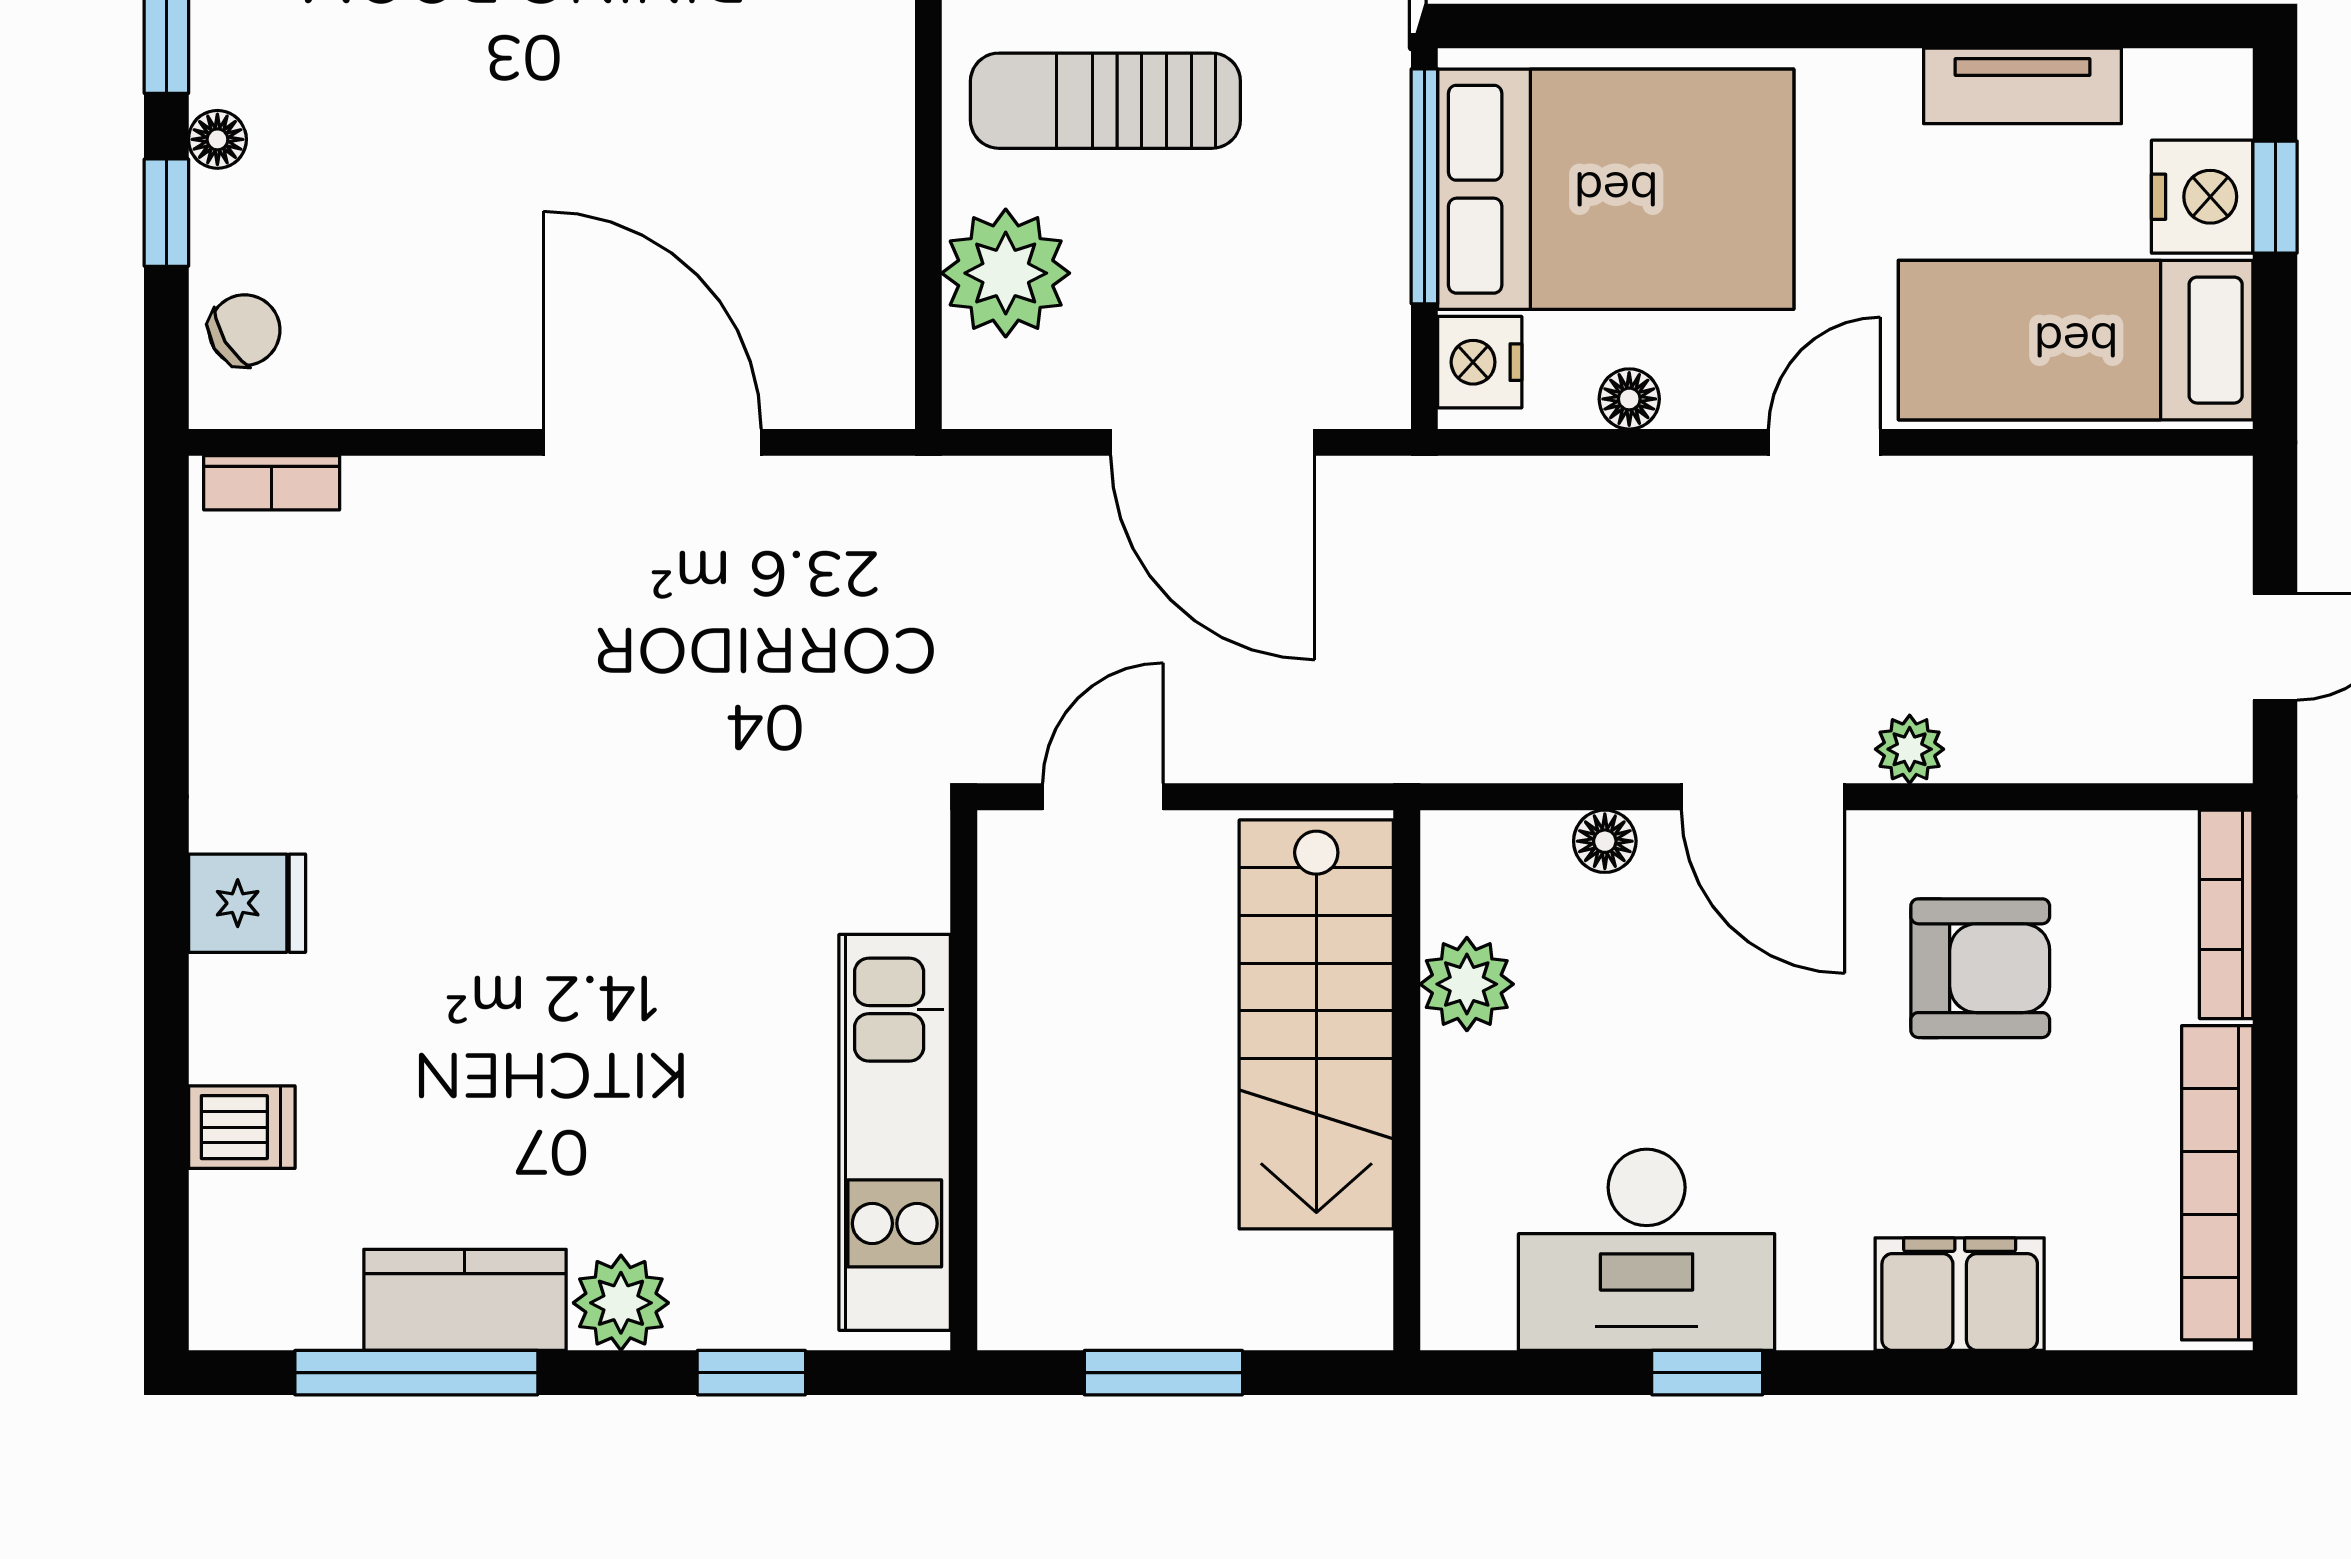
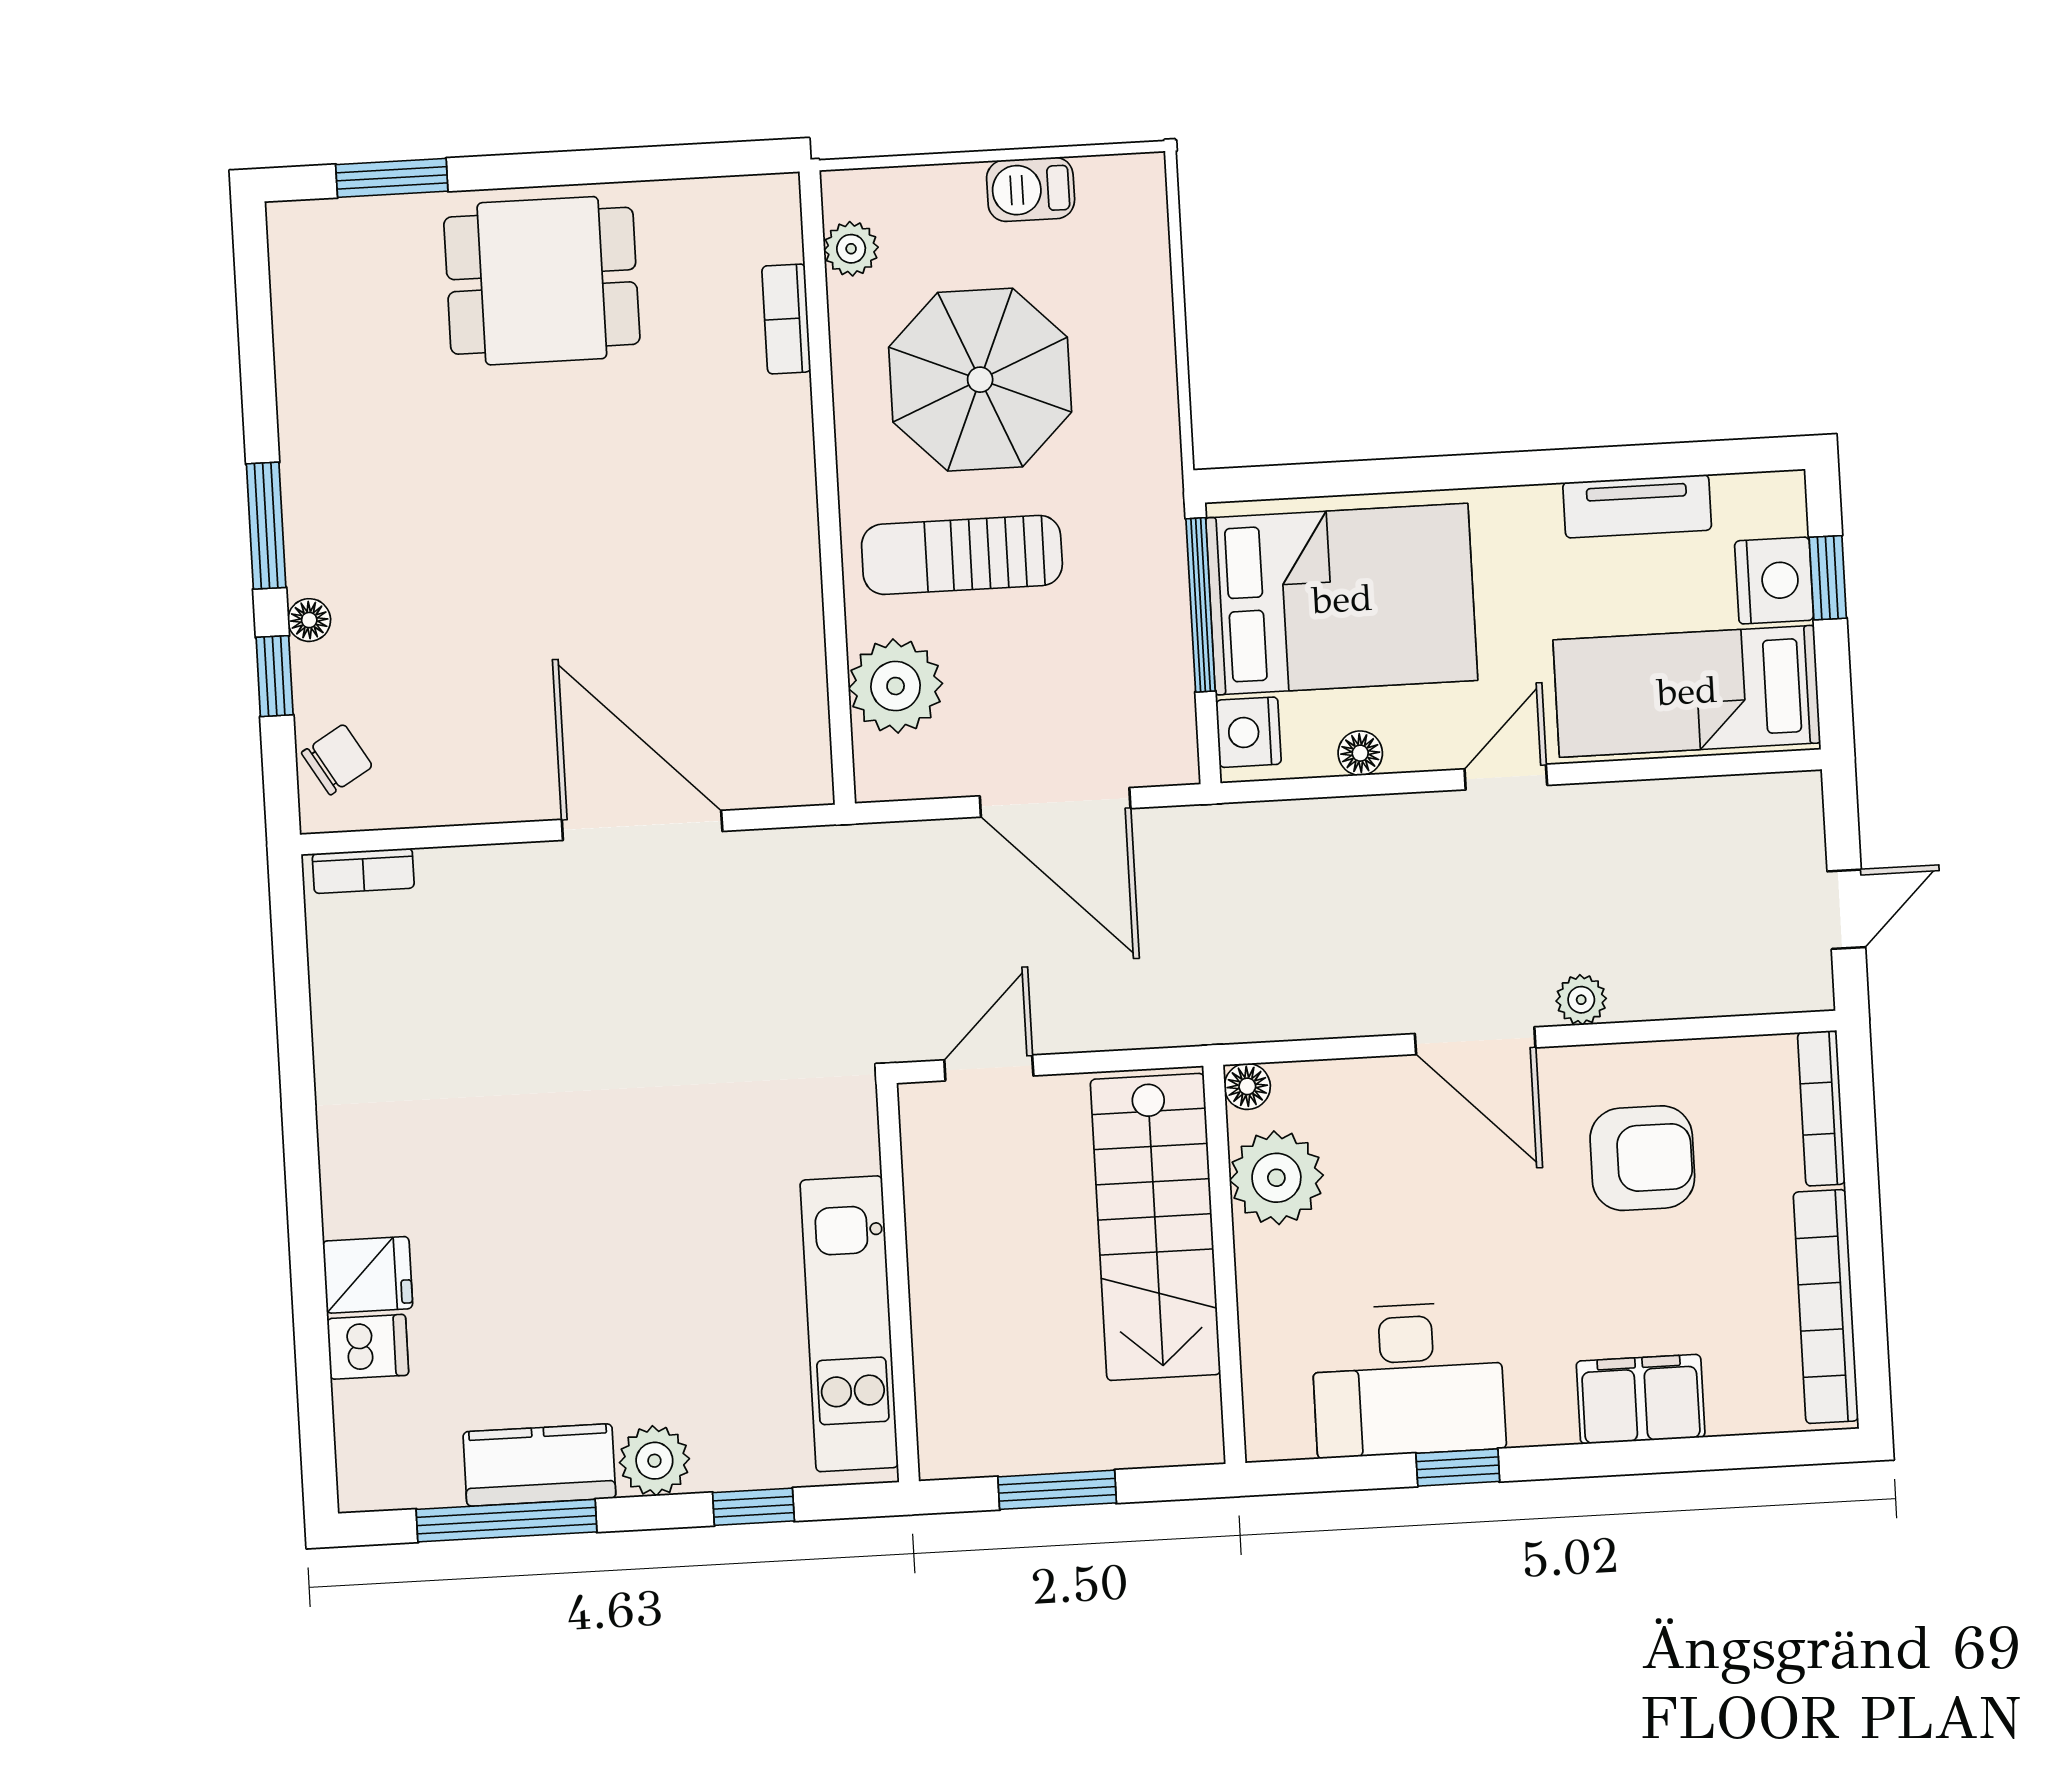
floor lamp: (1605, 841) -> (1247, 1086), moved
fridge: (247, 903) -> (368, 1275), moved
plant: (1467, 984) -> (1276, 1178), width x1.36, depth x1.36

